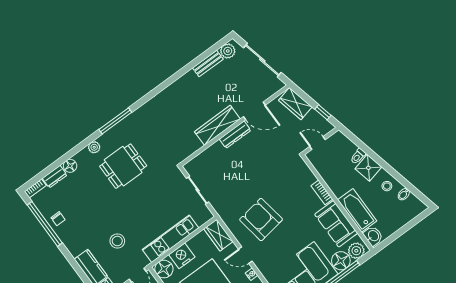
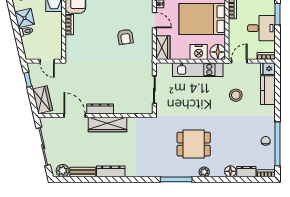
dresser: (182, 83) -> (111, 171), added
armchair: (261, 220) -> (125, 37), width x0.53, depth x0.53

